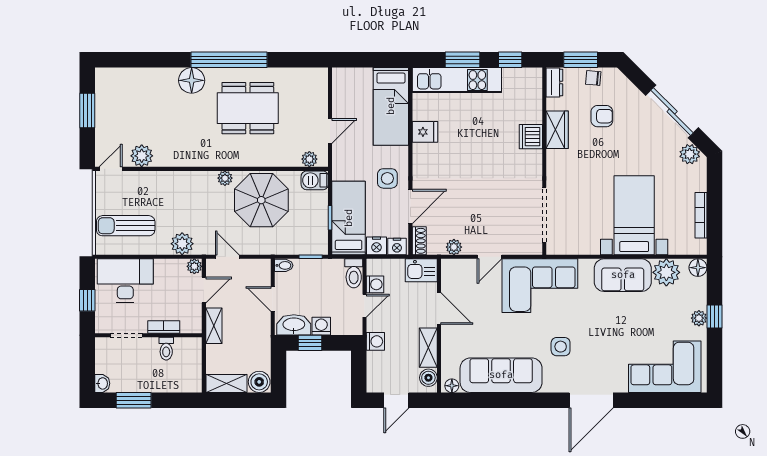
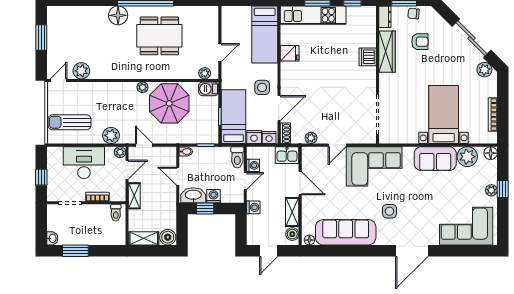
wardrobe: (557, 130) -> (387, 52), width x1.50
desk: (125, 281) -> (84, 163), moved
toilet: (166, 349) -> (116, 213), moved

